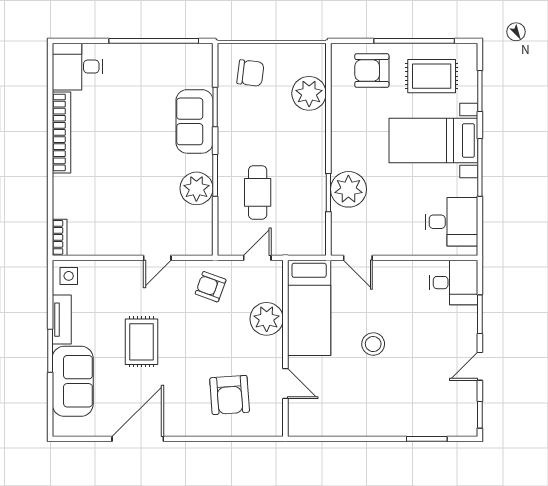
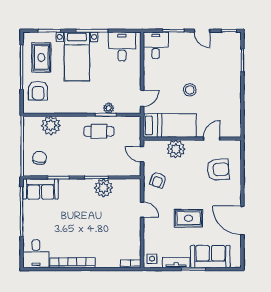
sofa: (194, 121) -> (41, 189), moved
plant: (348, 189) -> (109, 108), width x0.53, depth x0.53
cafe table: (258, 192) -> (99, 131), moved

